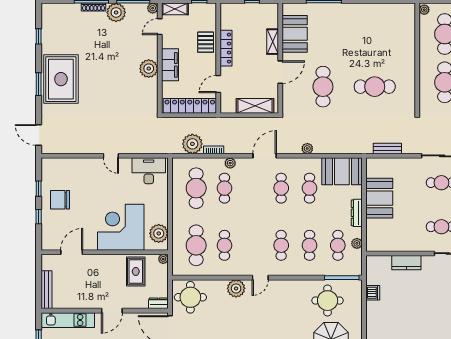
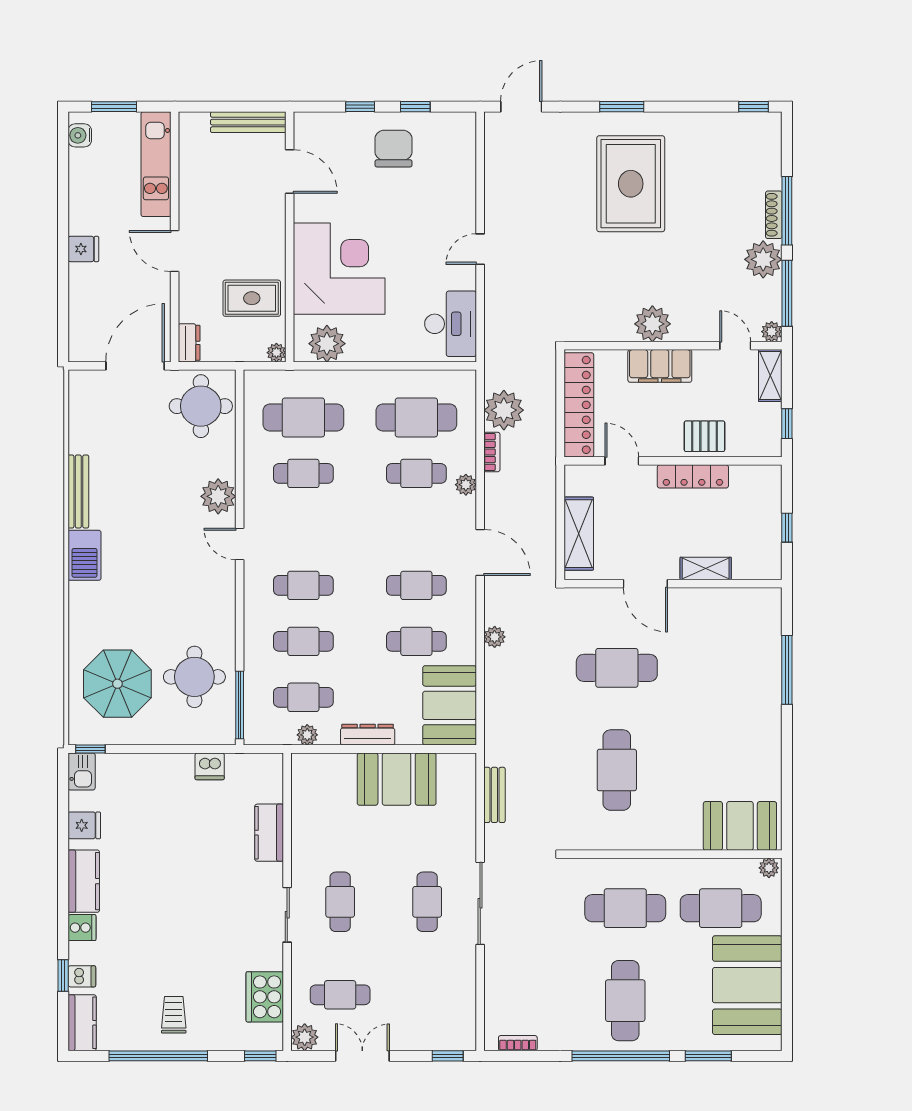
booth: (295, 34) -> (740, 826), moved
window: (39, 36) -> (753, 107), moved
rug: (61, 79) -> (631, 184), moved, turned 90
bench: (47, 290) -> (248, 122), moved

